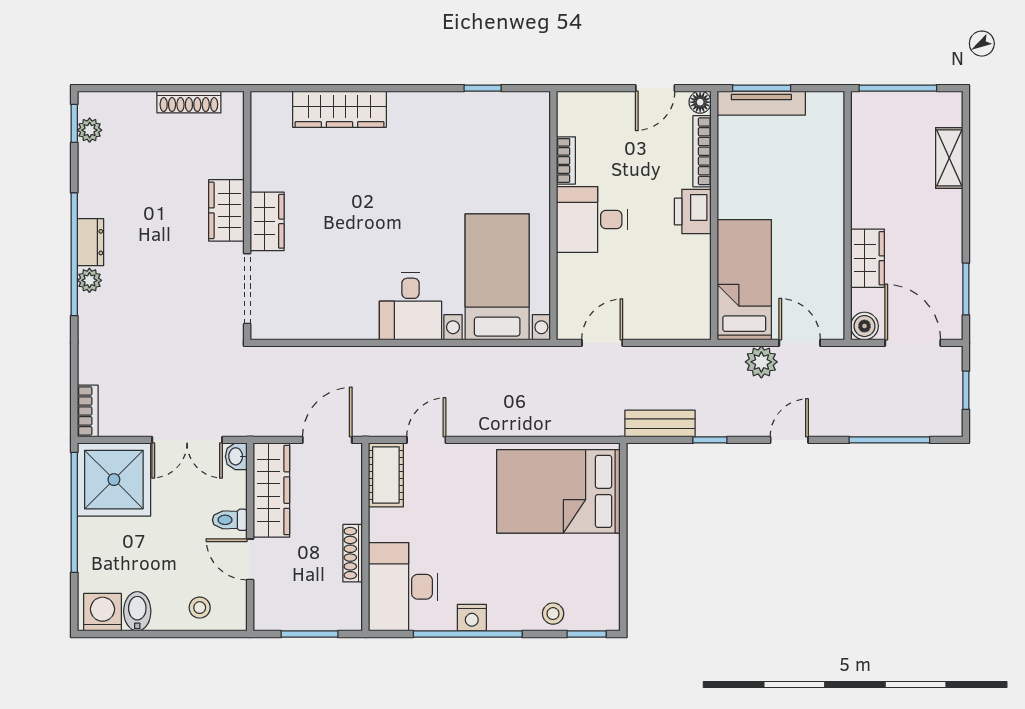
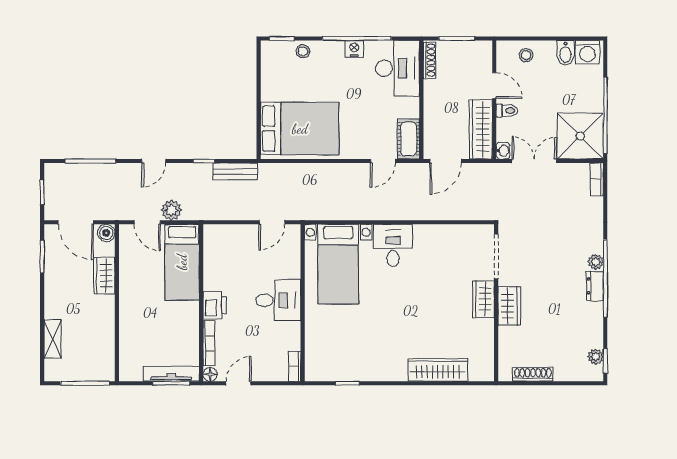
bookcase: (566, 160) -> (295, 366), moved
shoe rack: (353, 553) -> (429, 60), moved

